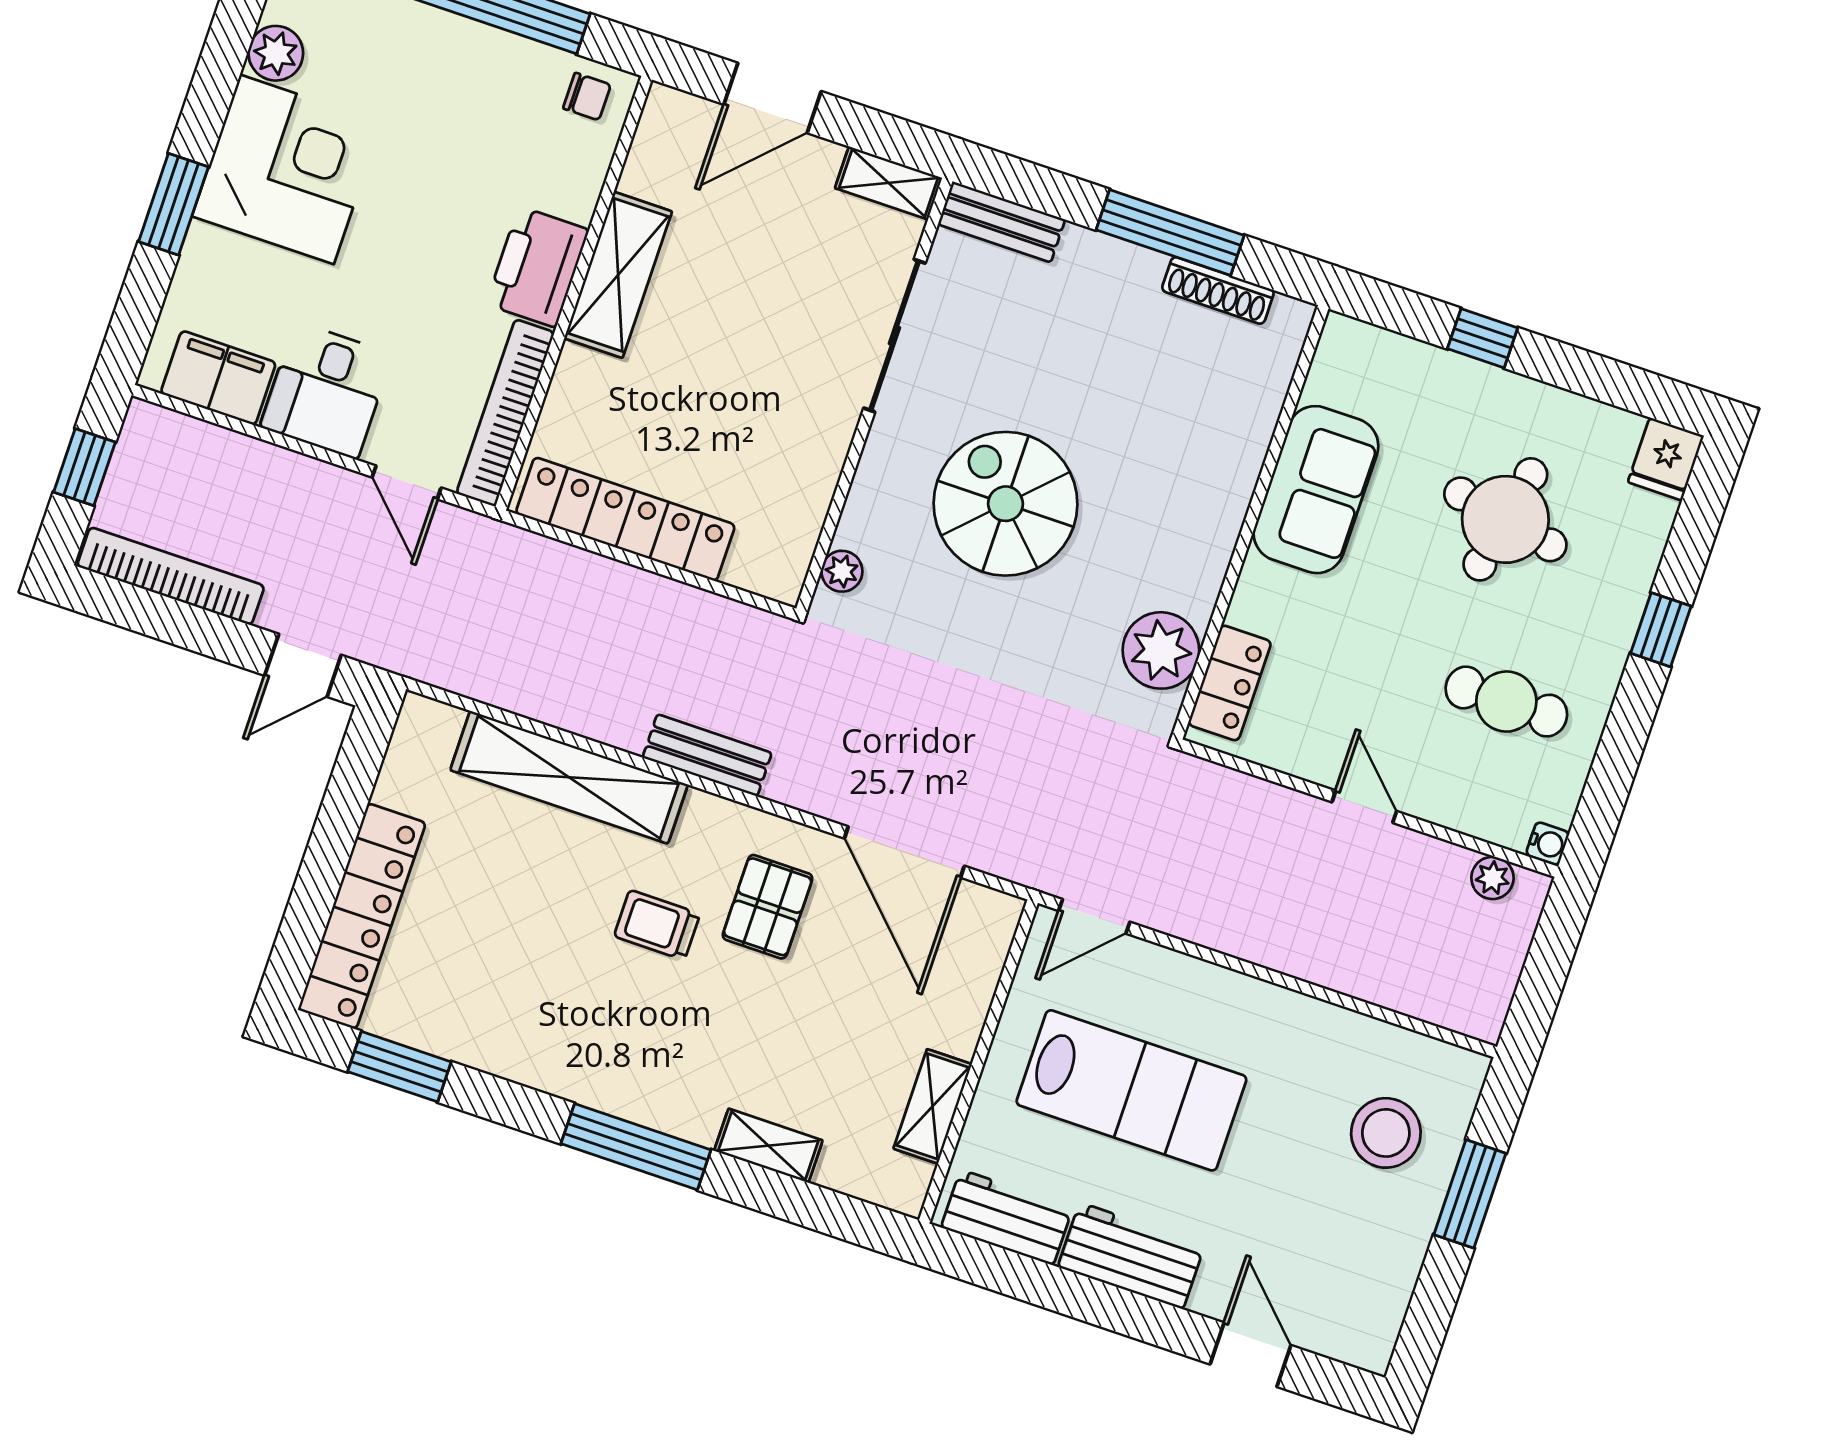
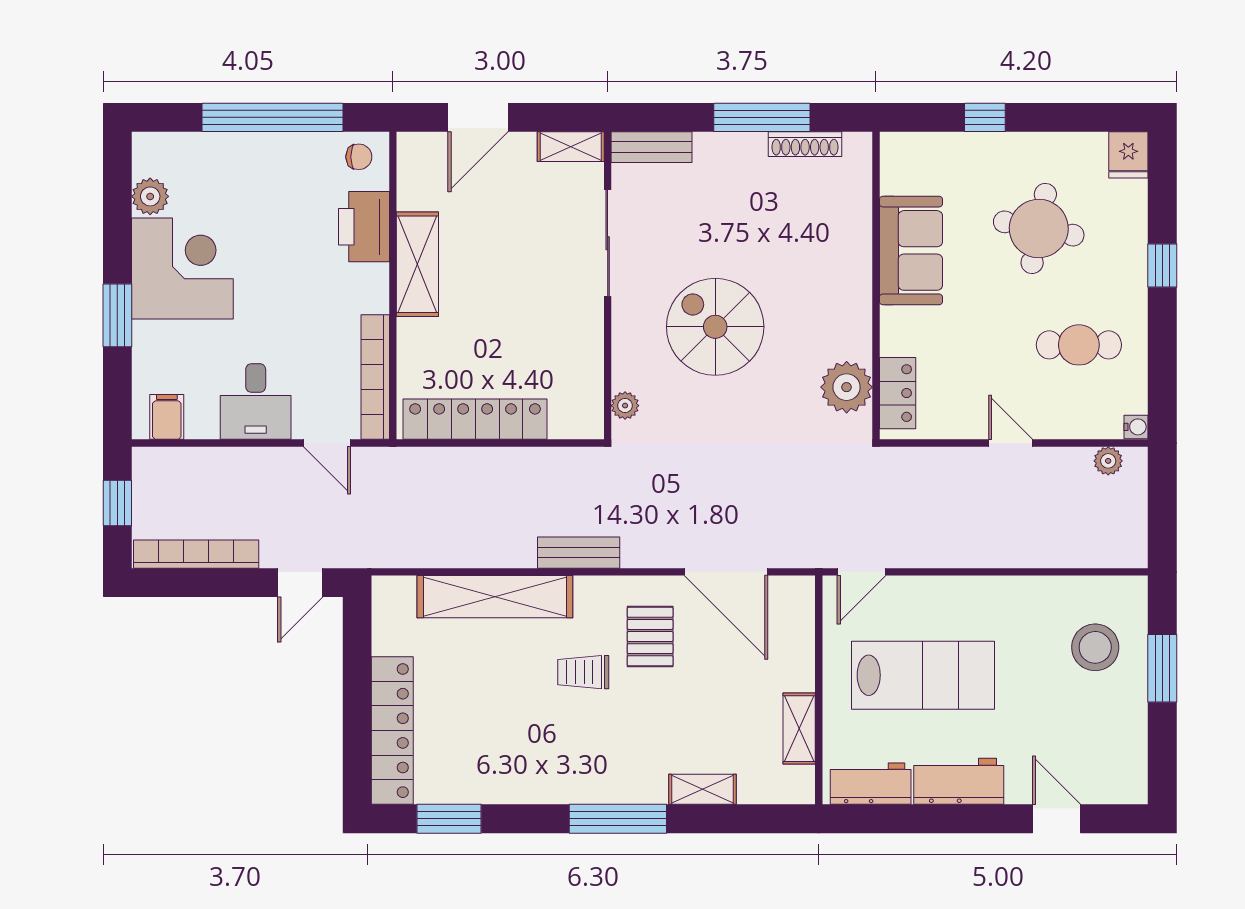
printer: (537, 267) -> (364, 227), moved
filing cabinet: (218, 378) -> (167, 417), width x0.50

